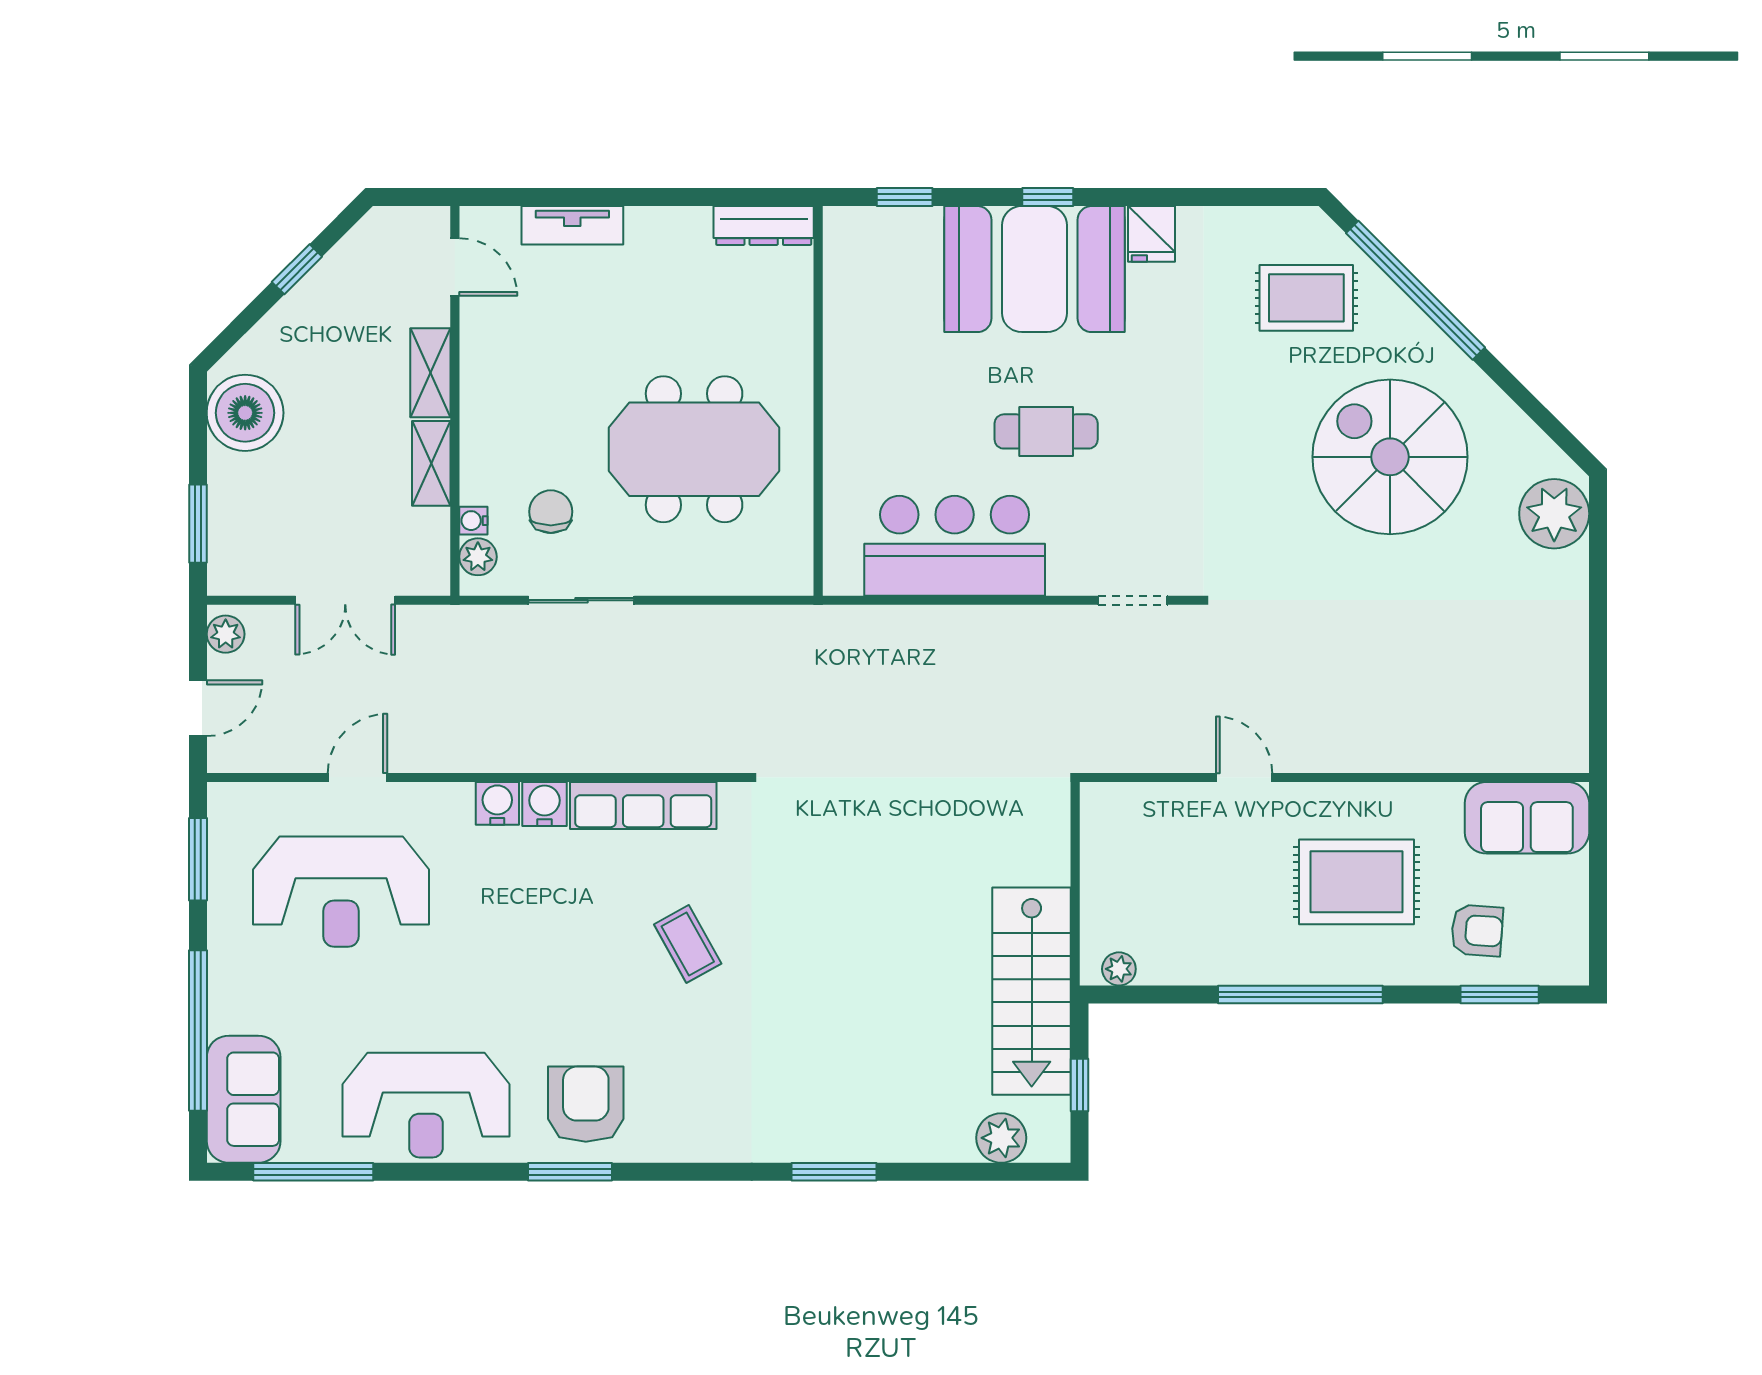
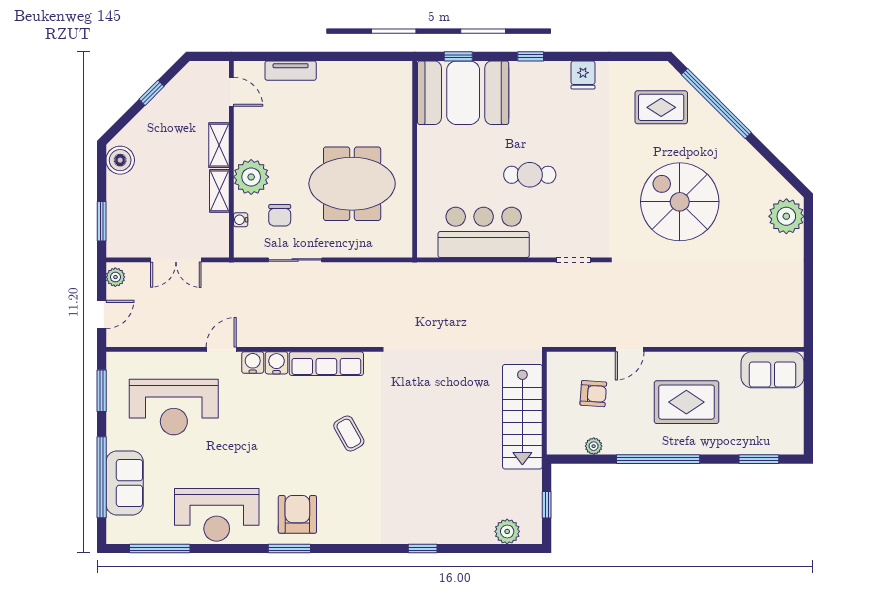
dresser: (764, 226) -> (387, 71), removed
booth: (1035, 269) -> (463, 93), moved
boiler: (245, 413) -> (120, 160), width x0.73, depth x0.73
spiral stairs: (1390, 457) -> (680, 202), moved
chair: (551, 512) -> (280, 215), turned 180
plant: (478, 557) -> (251, 177), moved, width x1.88, depth x1.88
door: (358, 777) -> (221, 349), moved
door: (1244, 777) -> (630, 349), swing flipped
armchair: (1477, 930) -> (593, 394), moved
plant: (1119, 969) -> (594, 446), moved
stairs: (1032, 991) -> (522, 417), moved
sofa: (244, 1099) -> (125, 483), moved
window: (834, 1172) -> (423, 549), width x0.67

